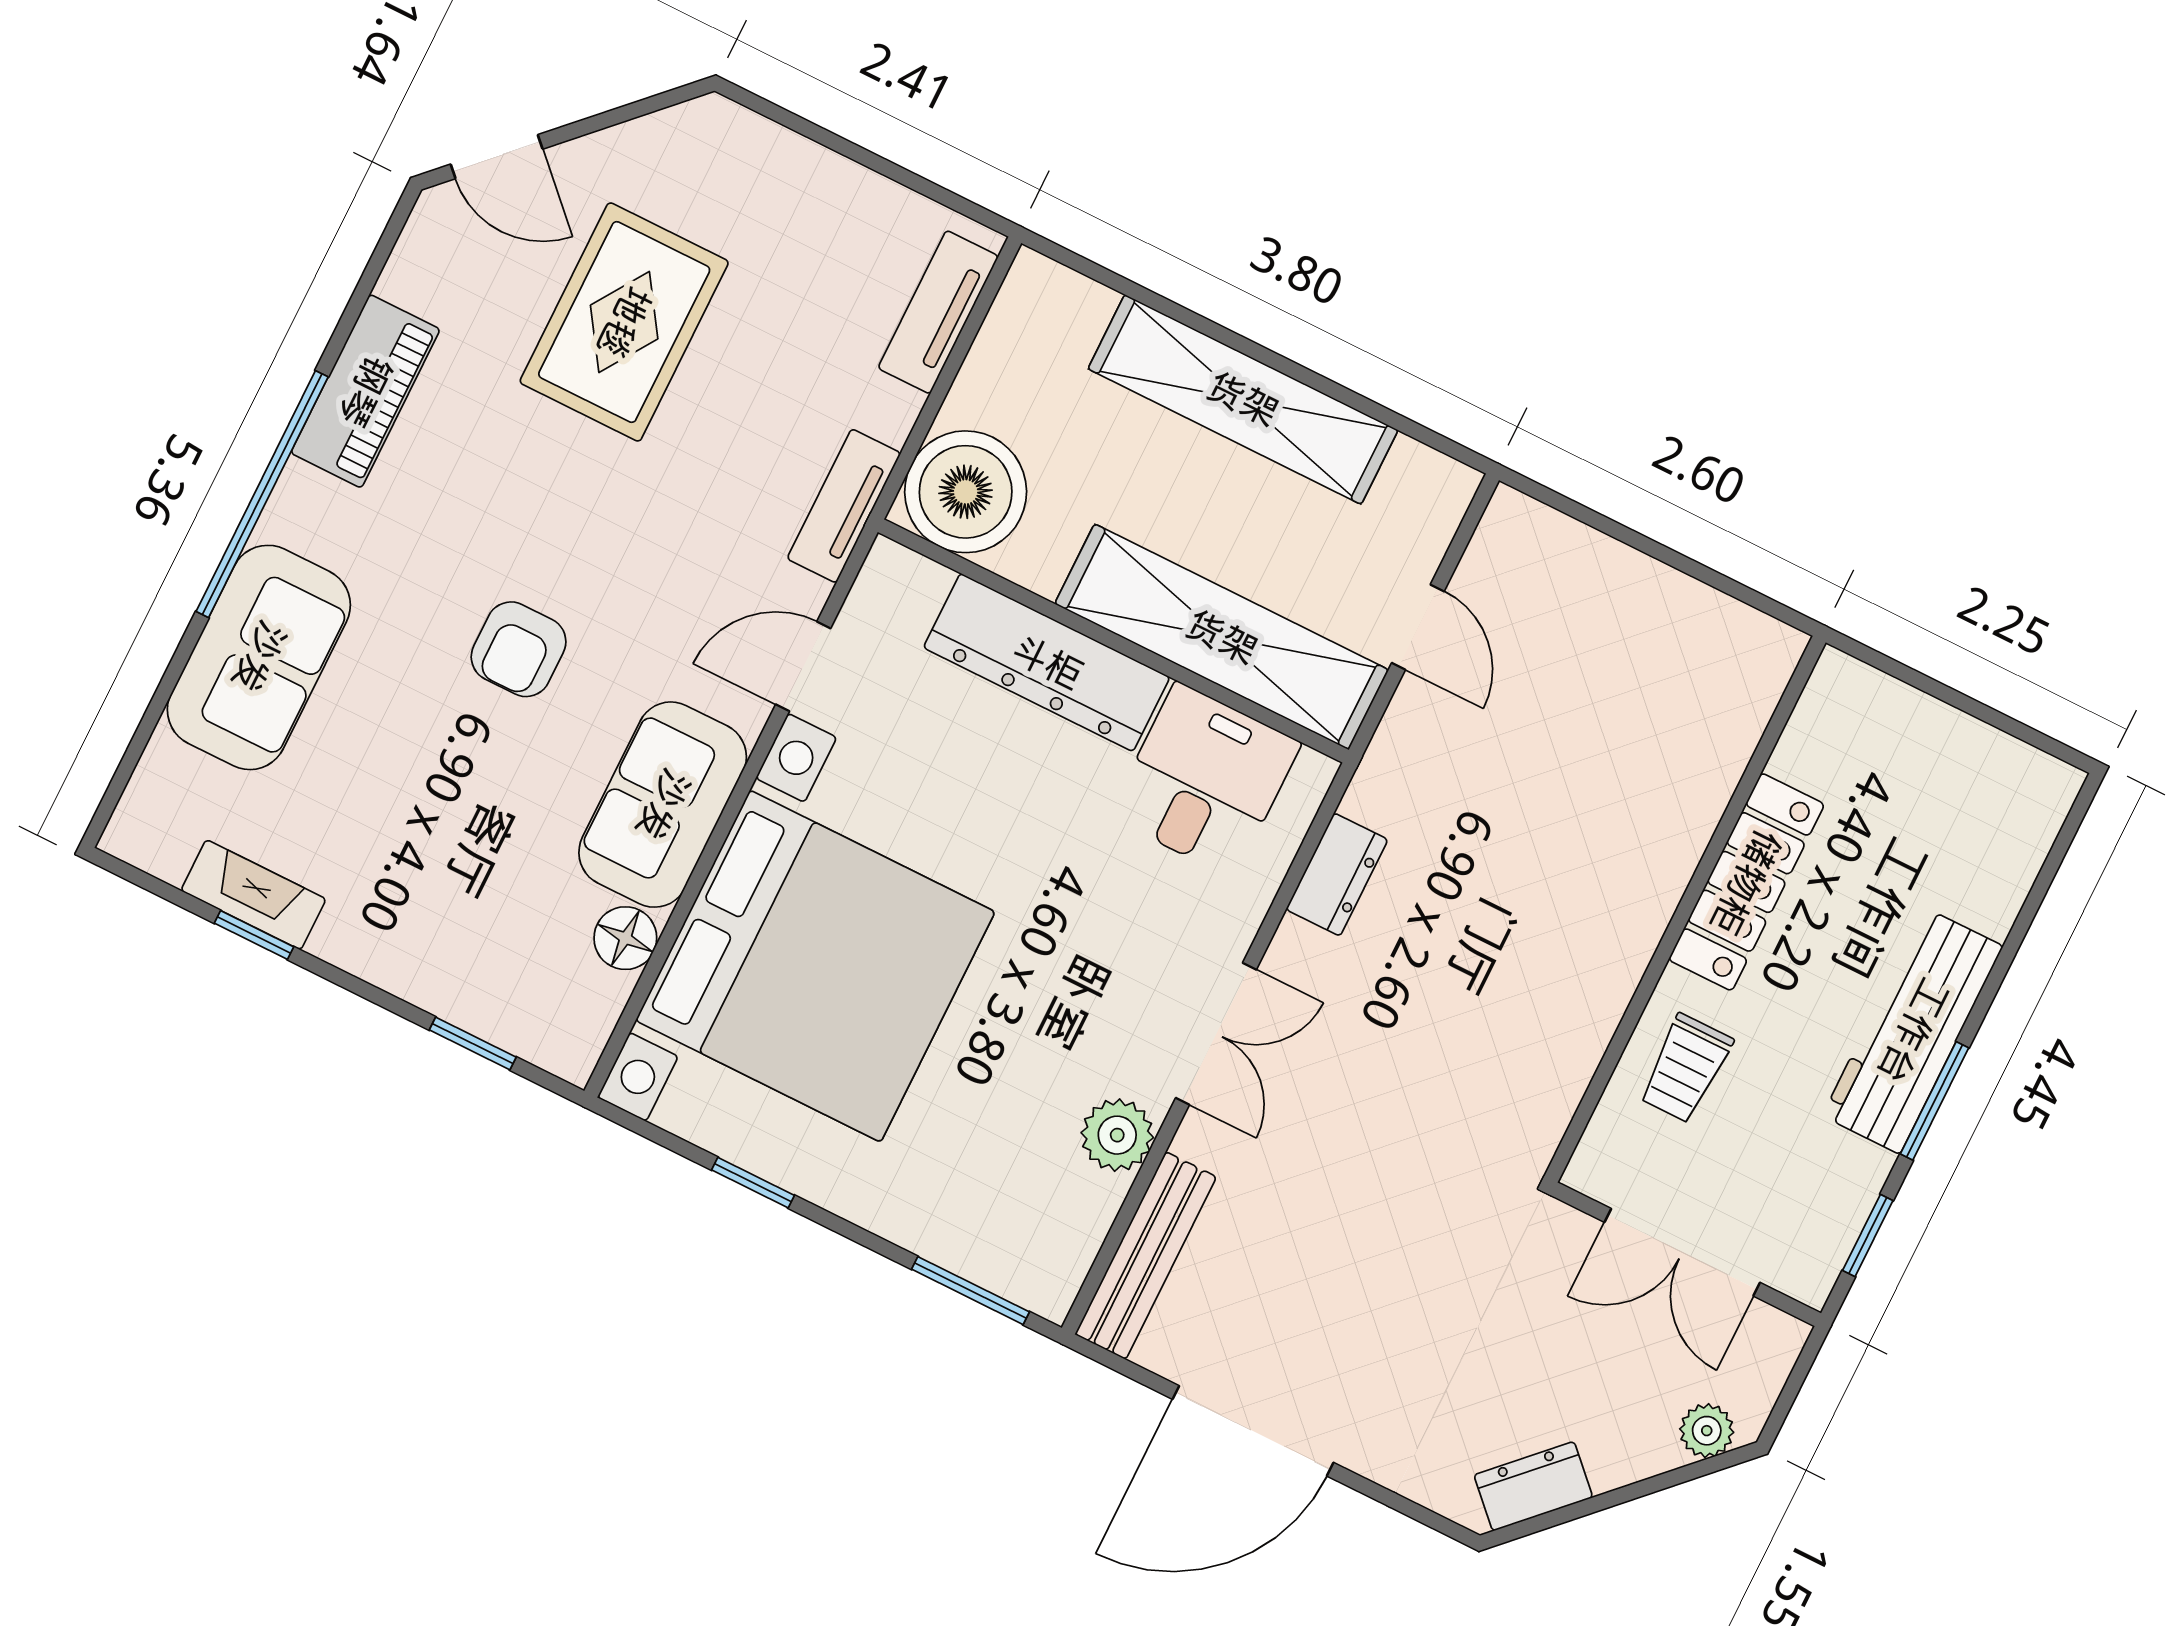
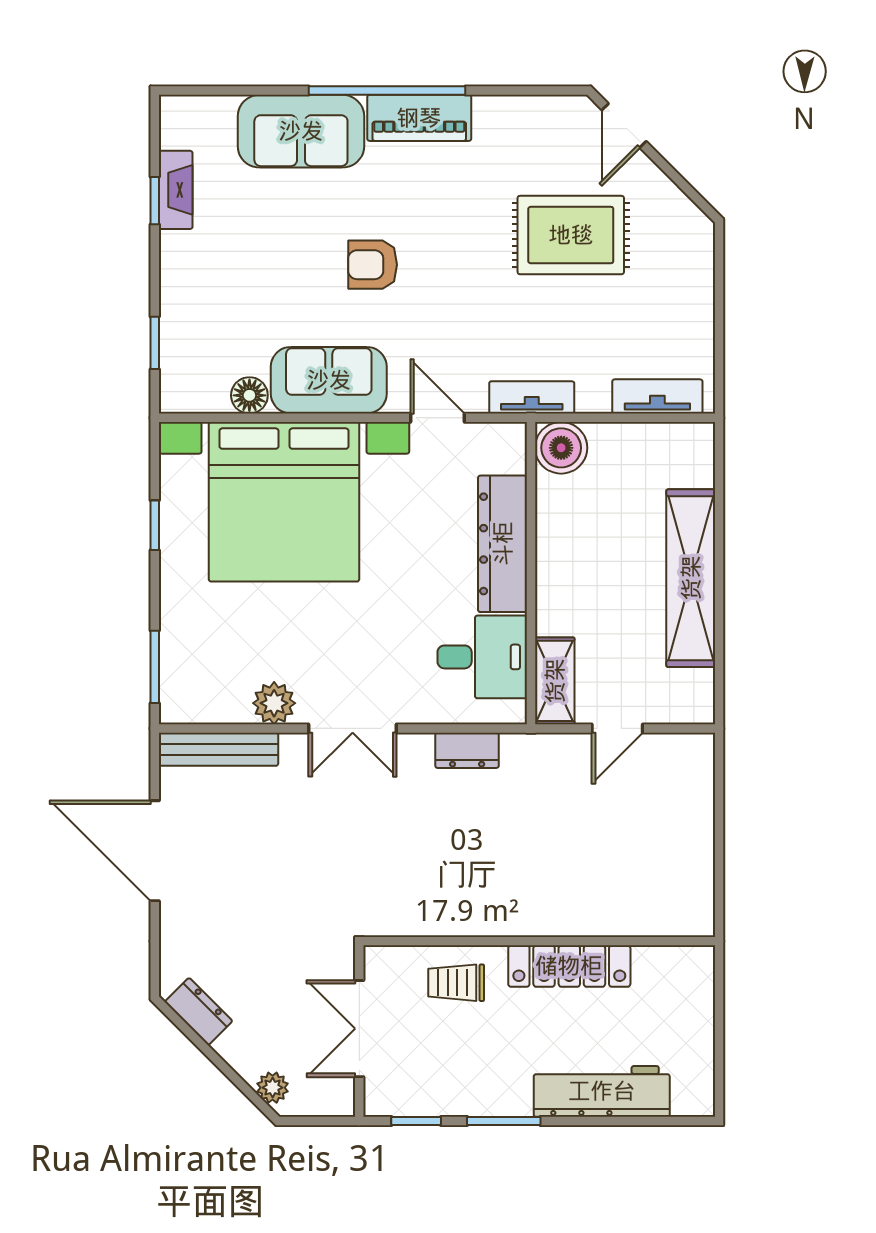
piano: (365, 391) -> (419, 118), moved
boiler: (966, 492) -> (561, 448), width x0.73, depth x0.73
shelving: (1222, 637) -> (555, 681), width x0.45, depth x0.75
workbench: (1913, 1031) -> (602, 1091), moved

